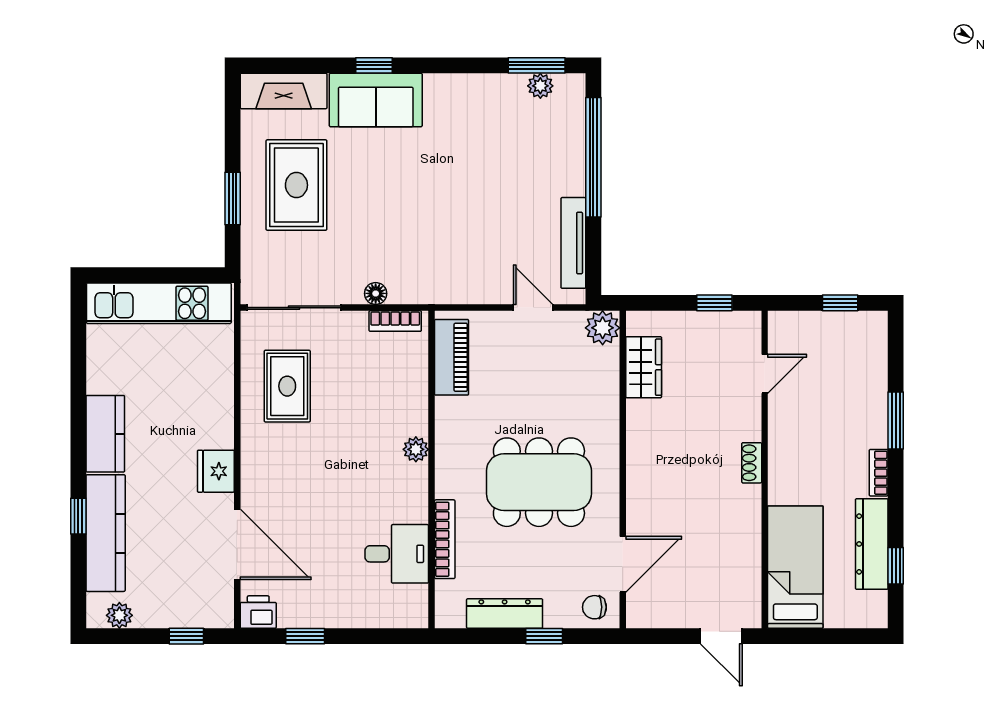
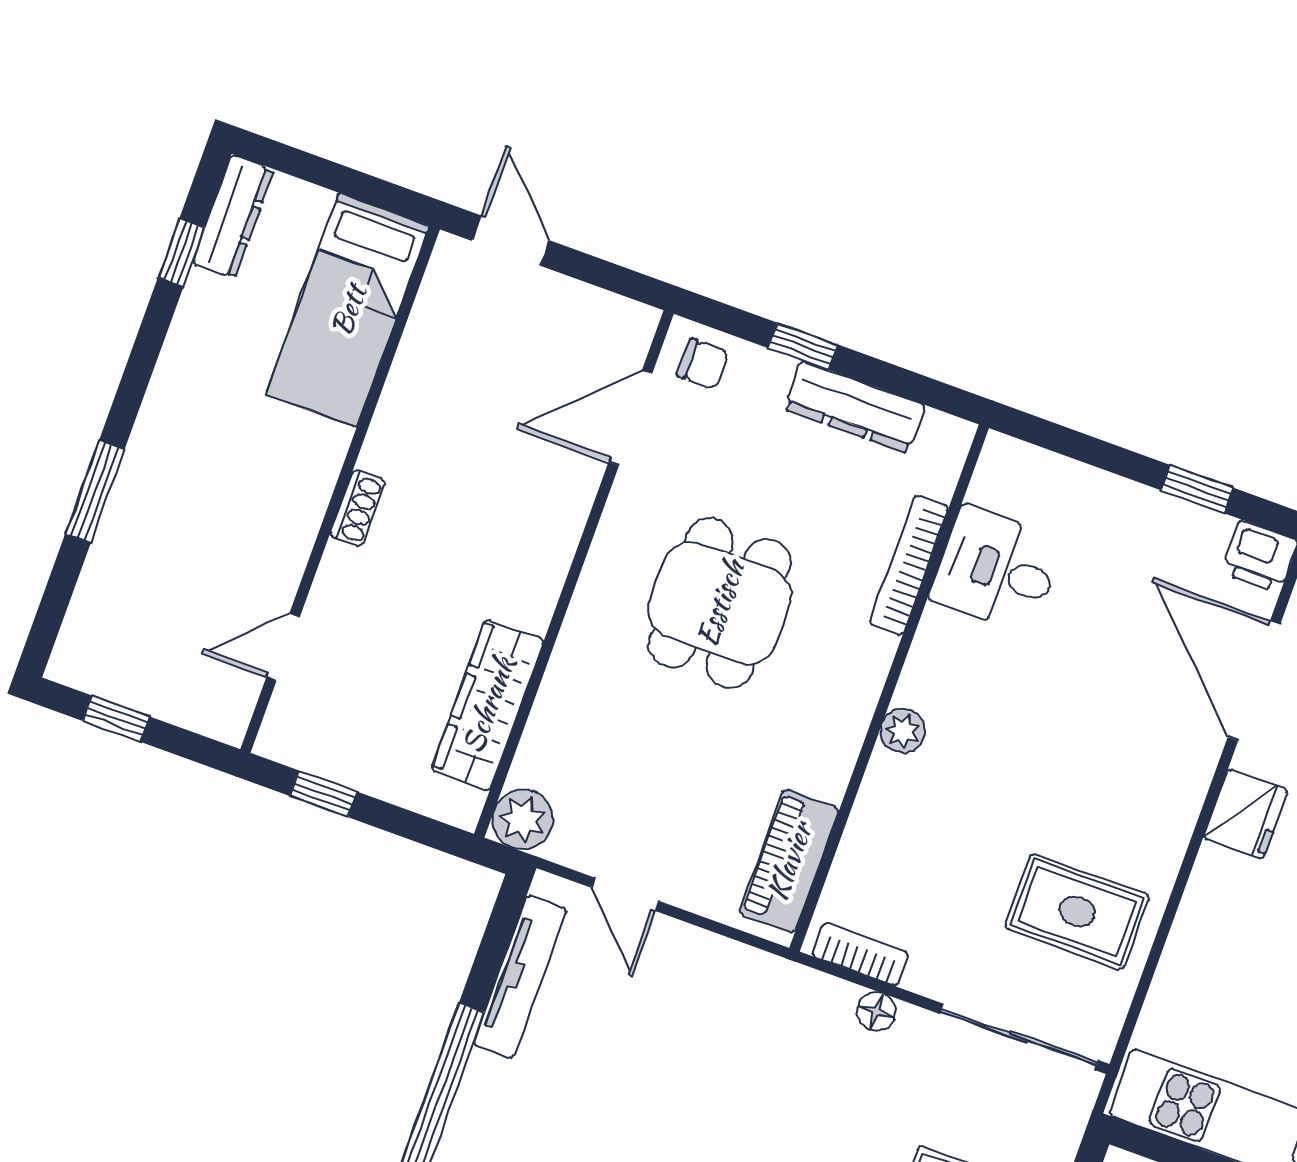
wardrobe: (644, 367) -> (488, 705), width x1.50
rug: (287, 386) -> (1077, 912), turned 90
bookcase: (879, 473) -> (154, 416), removed
dining table: (539, 482) -> (720, 603), width x0.73
dresser: (872, 544) -> (233, 216), moved, width x0.73, depth x0.80

